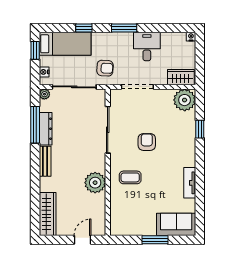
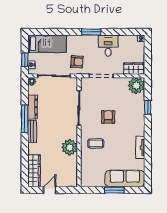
window: (84, 28) -> (61, 32), removed
window: (35, 50) -> (25, 60), moved
window: (35, 125) -> (25, 119), moved
sofa: (176, 224) -> (125, 179), width x1.36
door: (82, 240) -> (50, 190), moved

